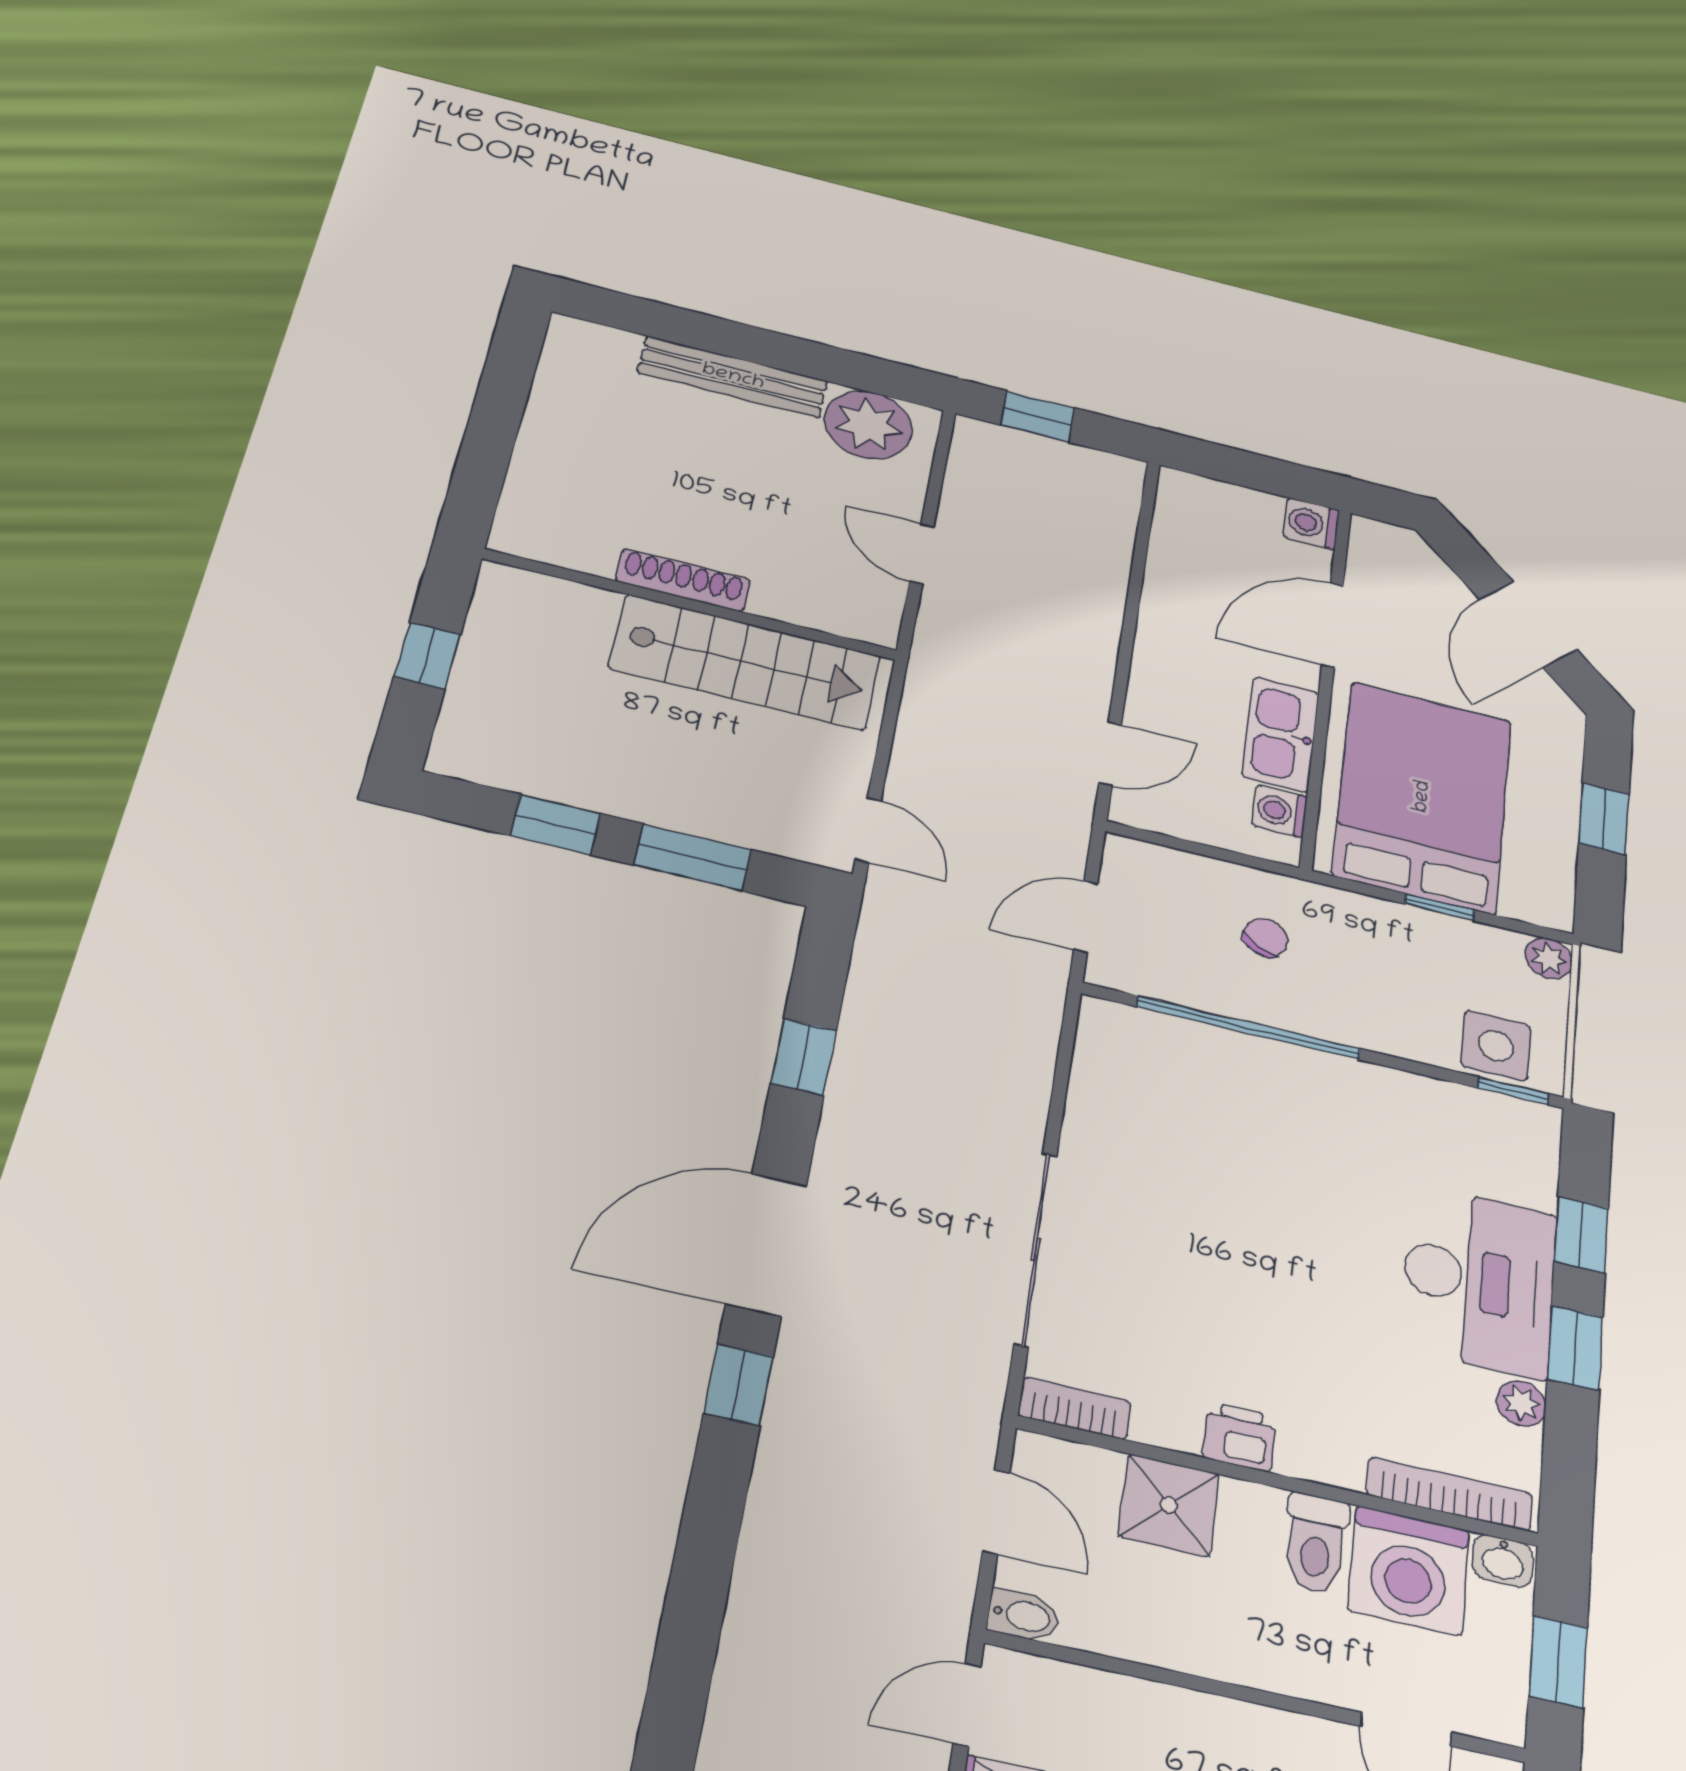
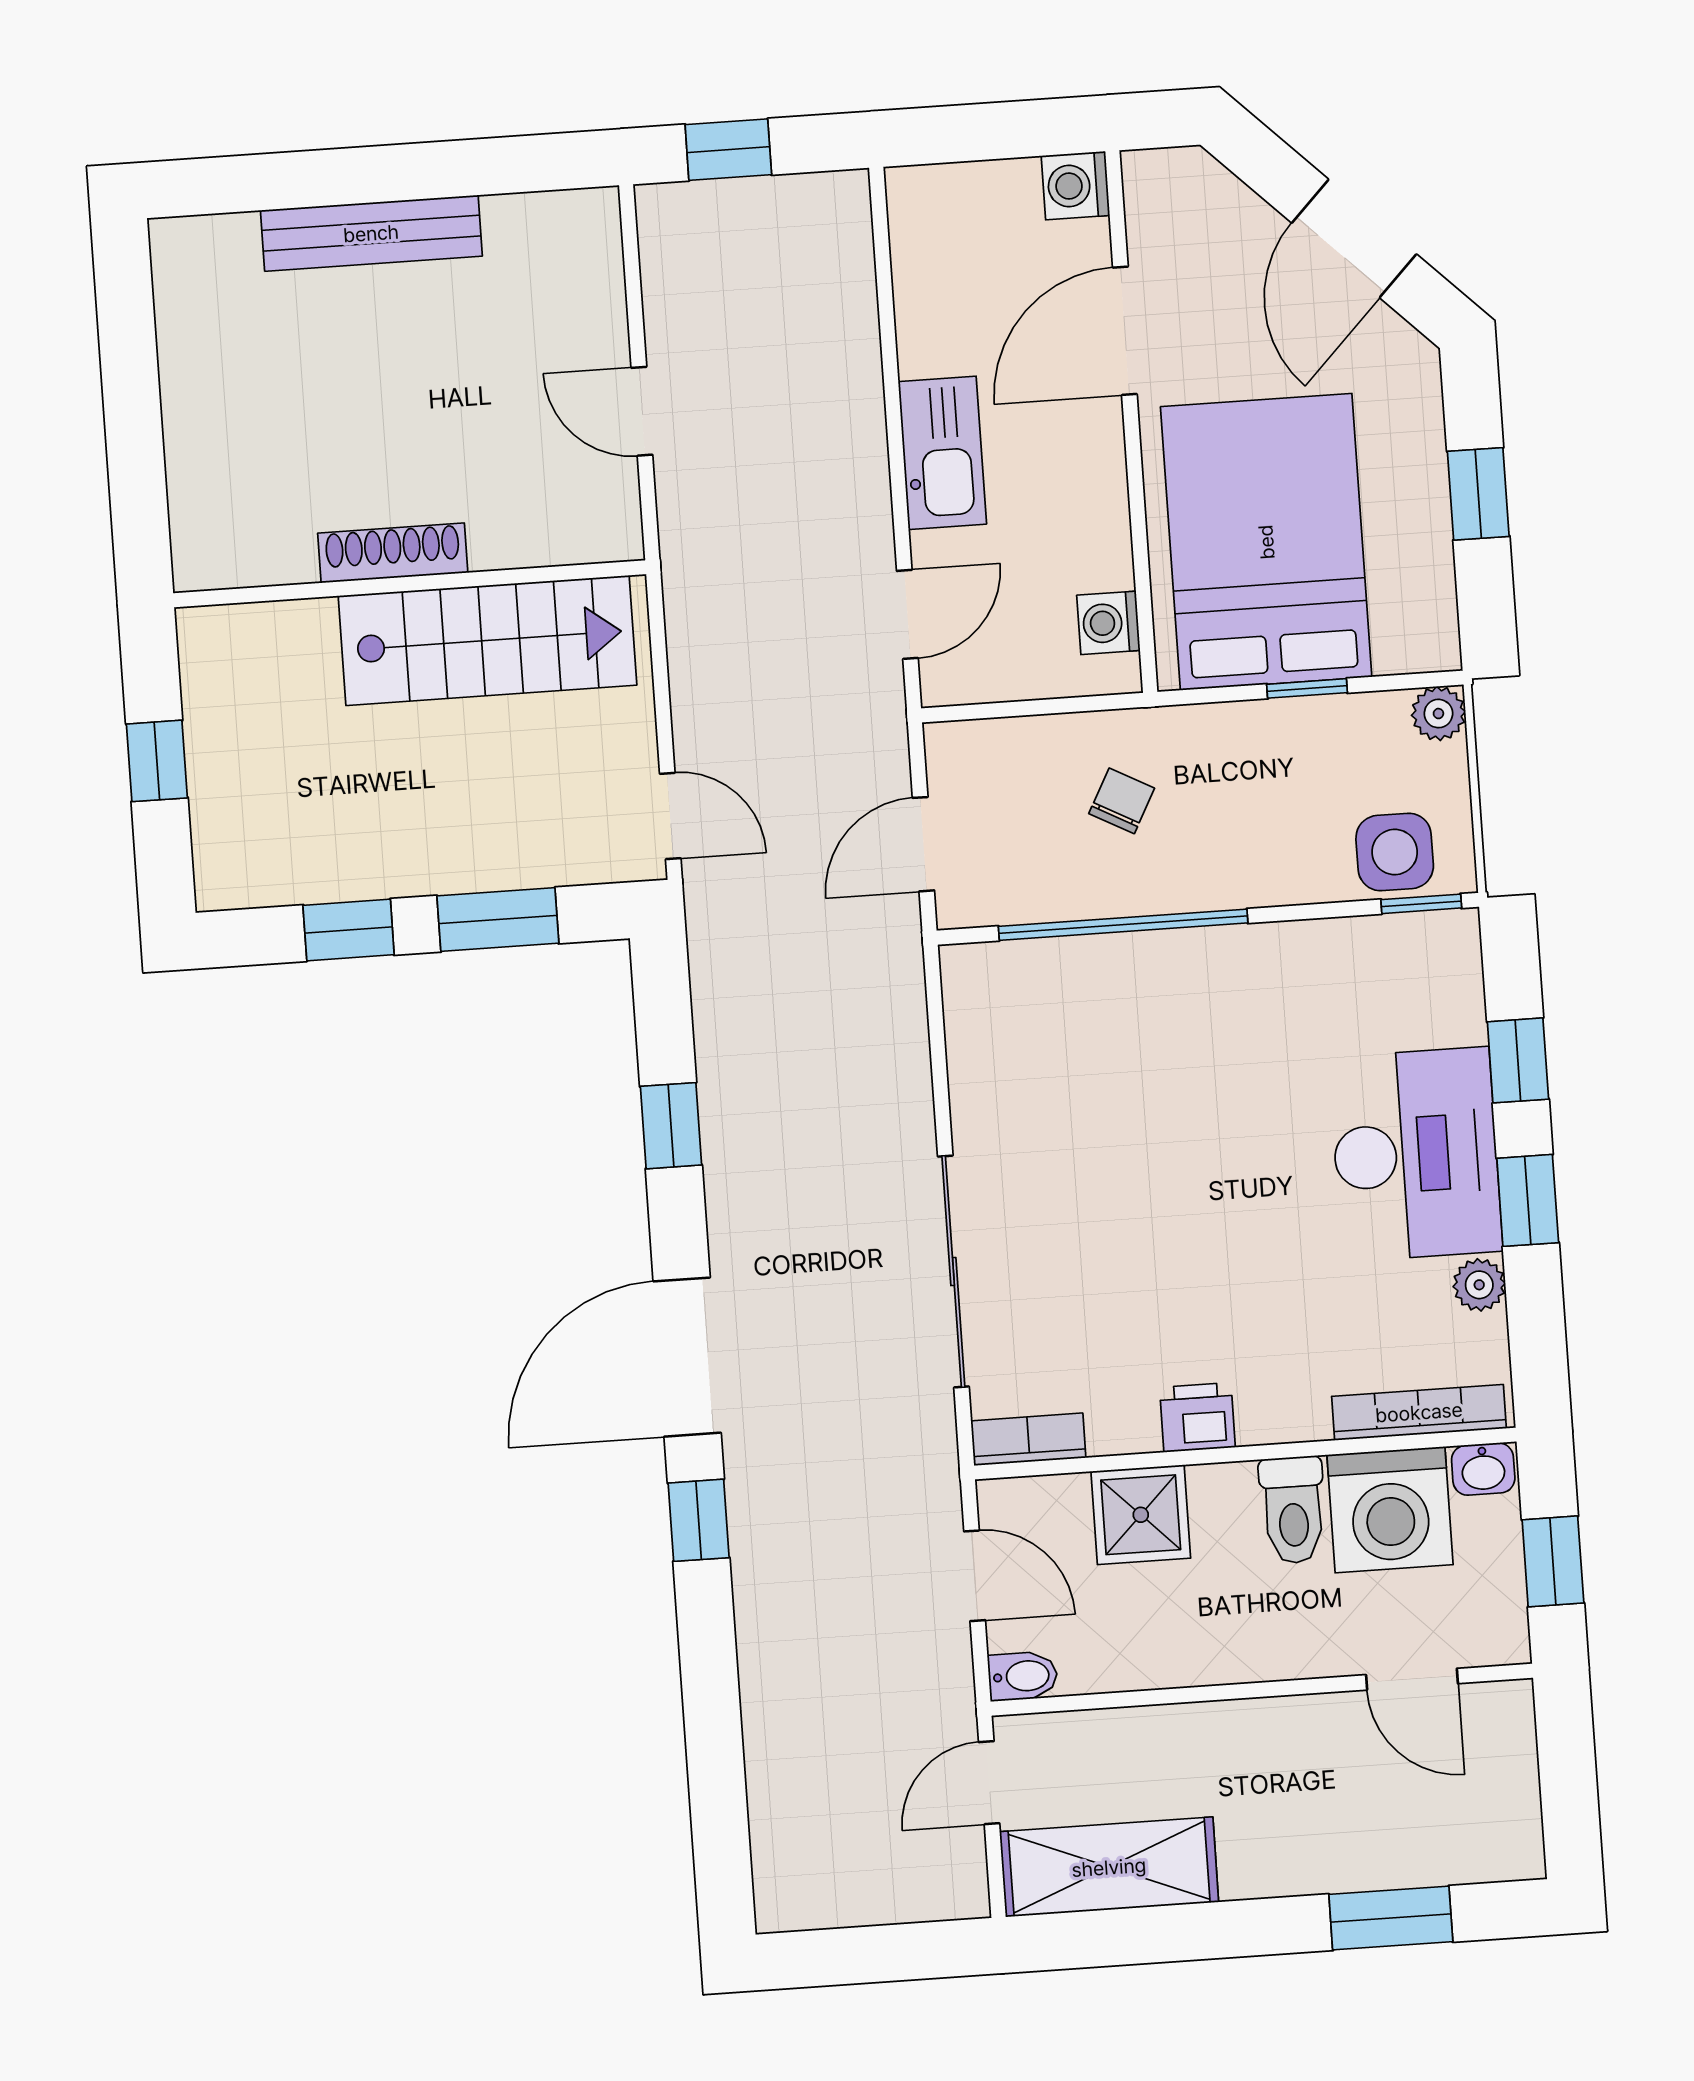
plant: (868, 425) -> (539, 243), removed
kitchen sink: (1280, 734) -> (942, 453), moved, turned 180

